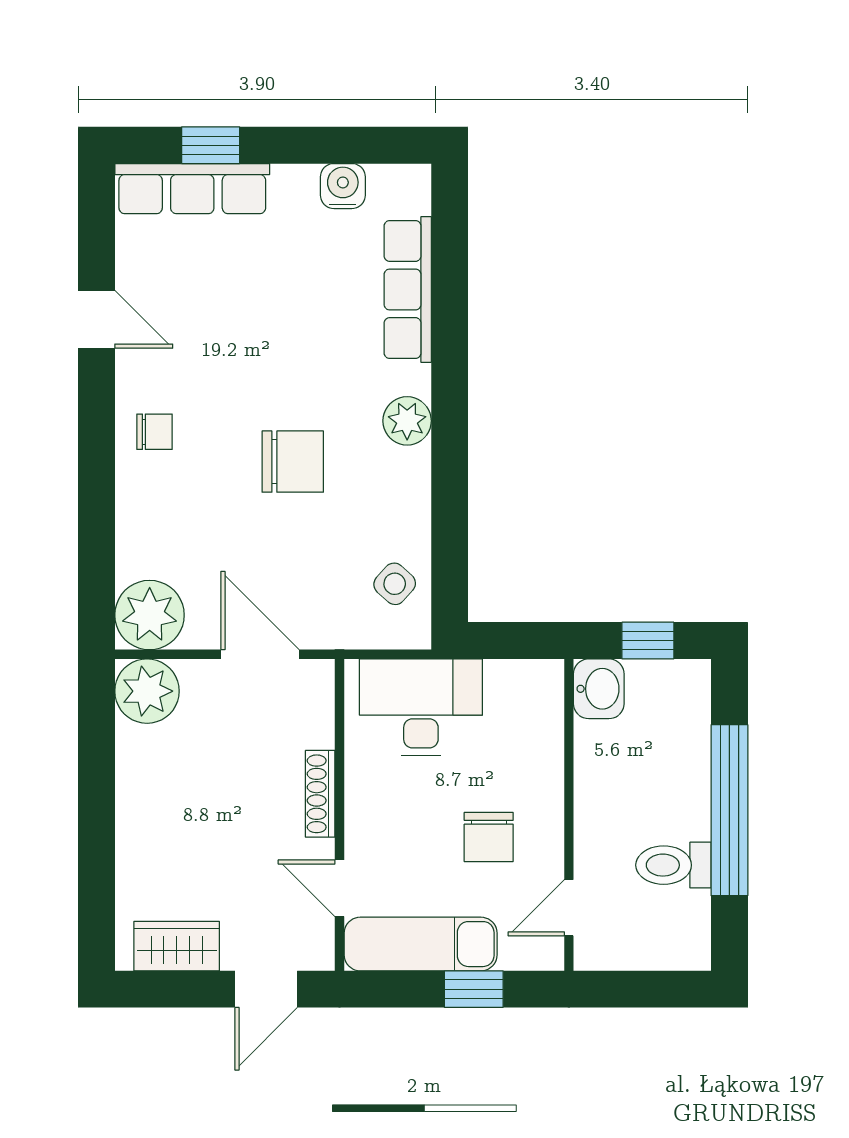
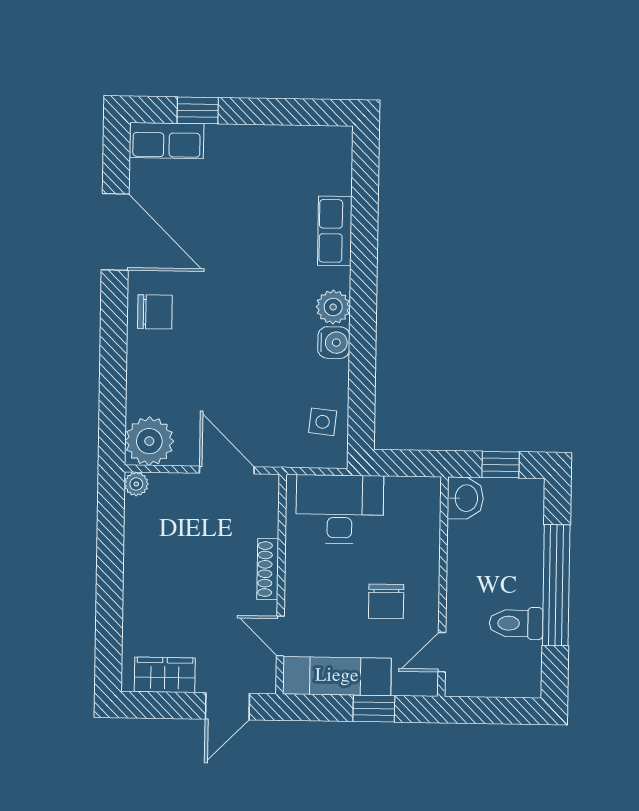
water cooler: (343, 186) -> (334, 343), moved, turned 90
row of seats: (192, 189) -> (167, 141), width x0.68
row of seats: (408, 289) -> (335, 231), width x0.68
door: (96, 319) -> (115, 232), width x1.88
chair: (155, 432) -> (155, 312), width x1.37, depth x1.37
chair: (293, 462) -> (252, 334), removed
side table: (395, 584) -> (323, 422), turned -36
plant: (147, 691) -> (136, 484), width x0.53, depth x0.53

